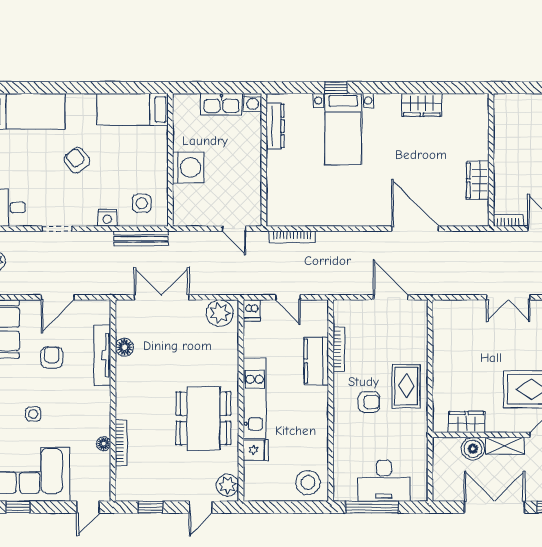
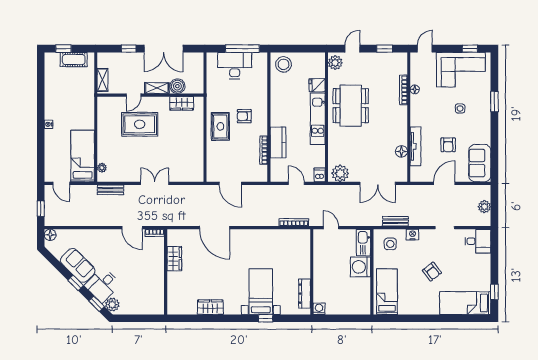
kitchen sink: (221, 104) -> (363, 243), moved, turned -90
bed: (132, 109) -> (387, 292), moved, turned -90
bench: (141, 239) -> (395, 221), width x0.73

